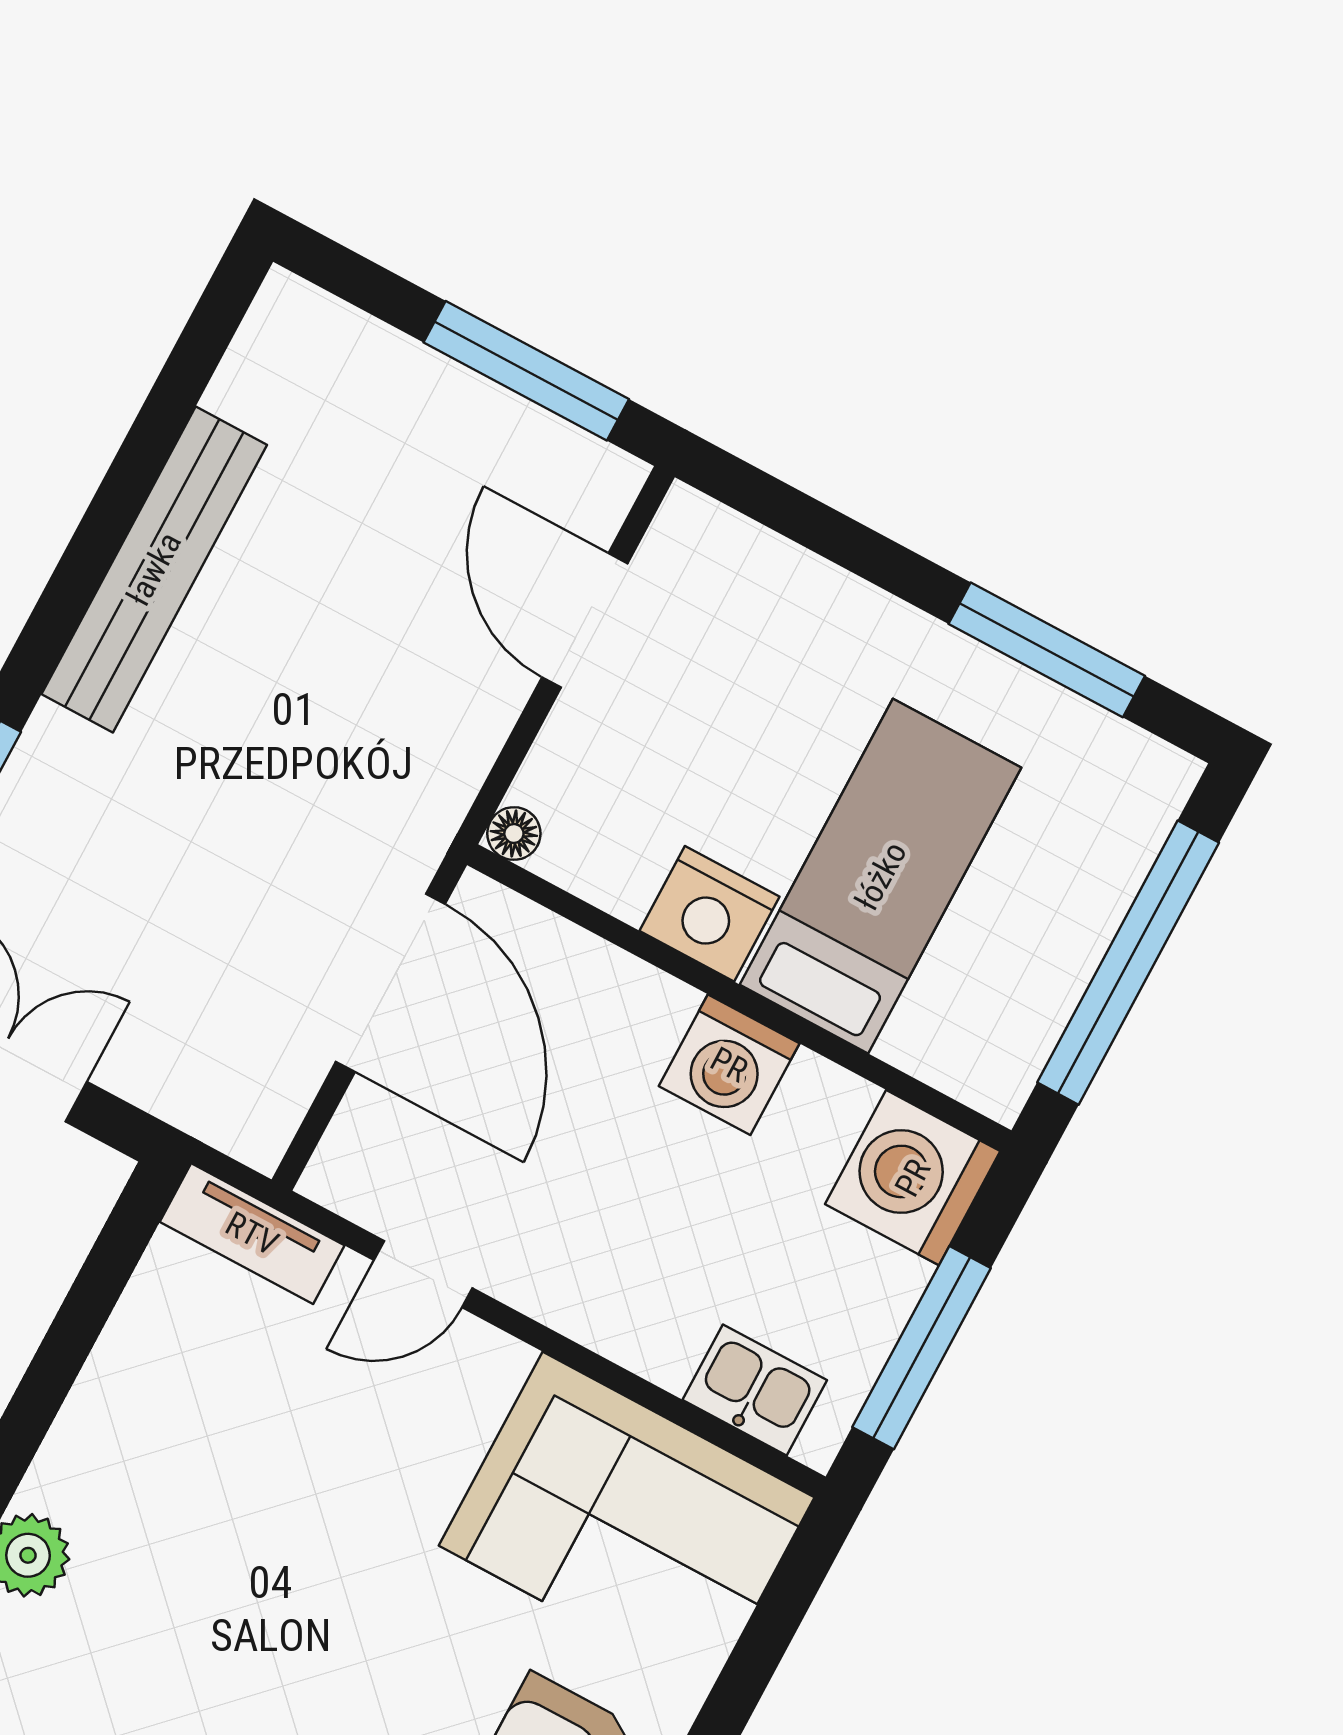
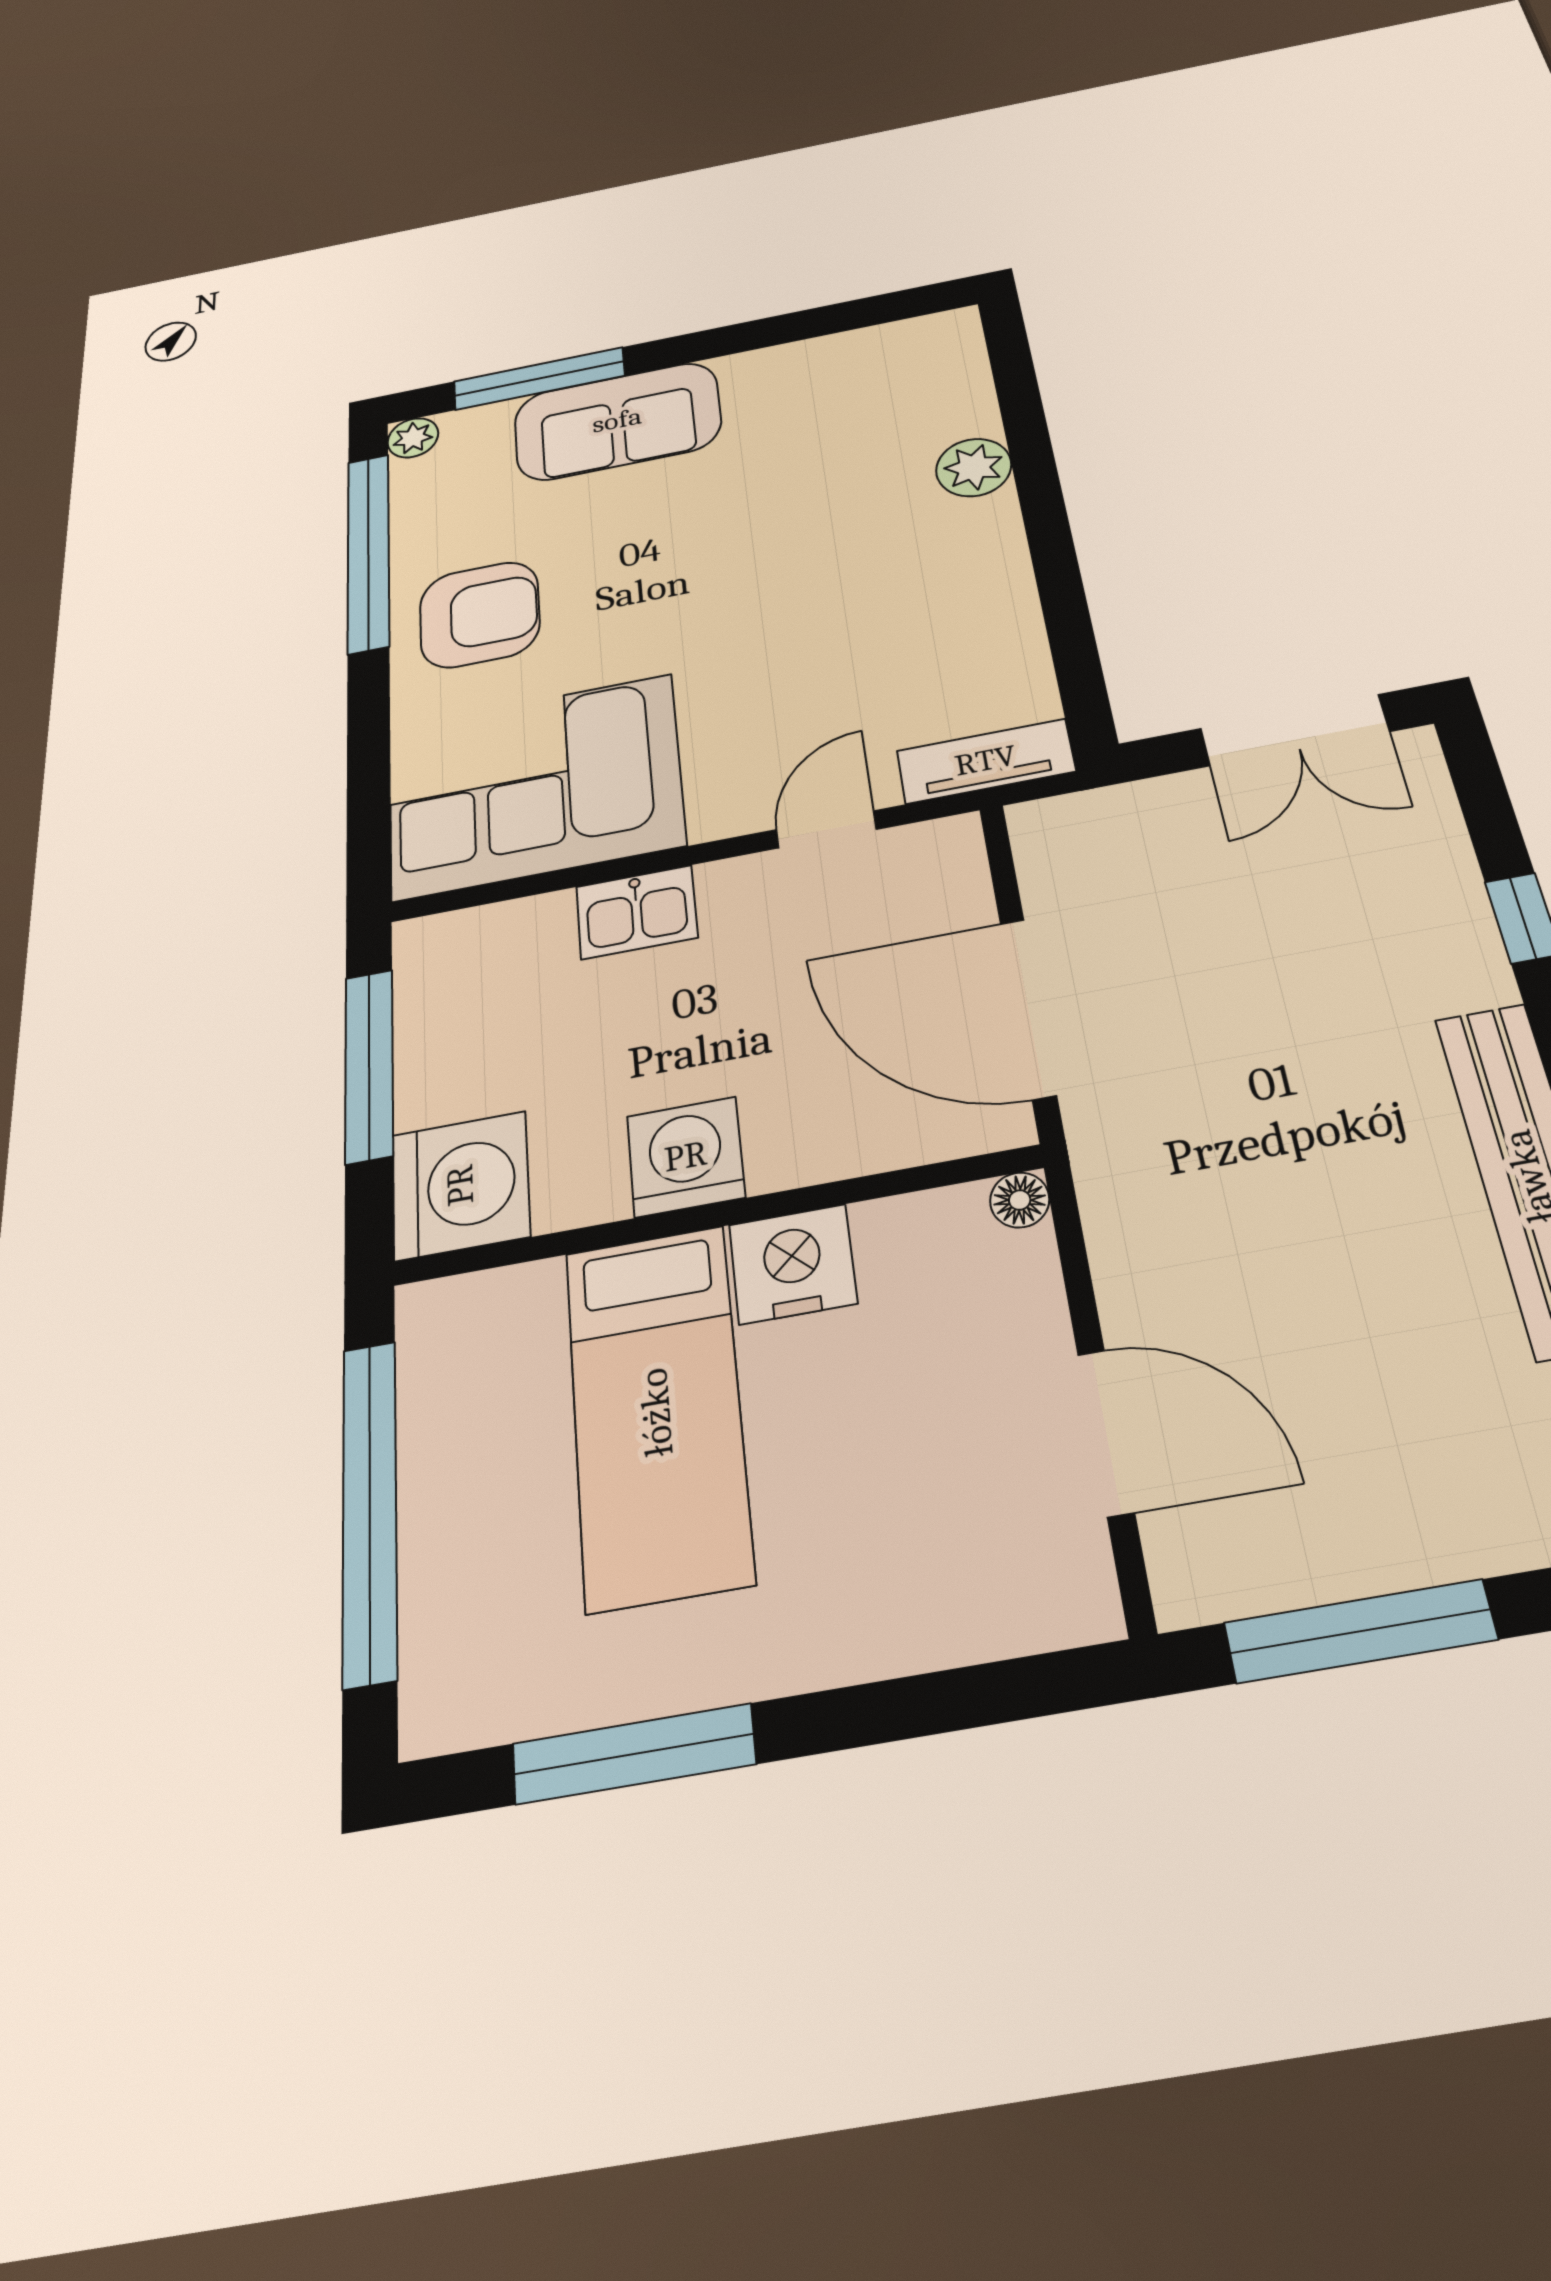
kitchen sink: (755, 1390) -> (637, 912), moved

